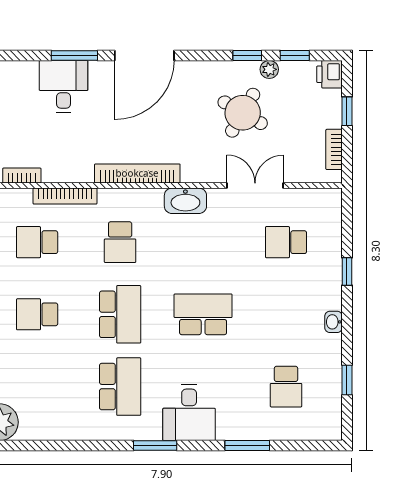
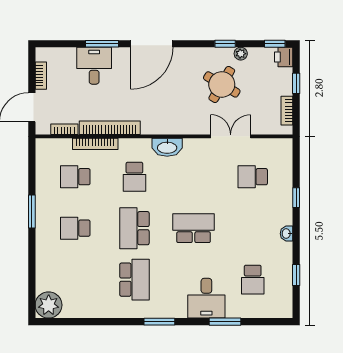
window: (295, 56) -> (275, 44), moved
bookcase: (137, 173) -> (110, 128), moved
washbasin: (185, 201) -> (167, 147), moved
school desk: (120, 314) -> (134, 228), turned 180
desk: (189, 413) -> (206, 298), moved

